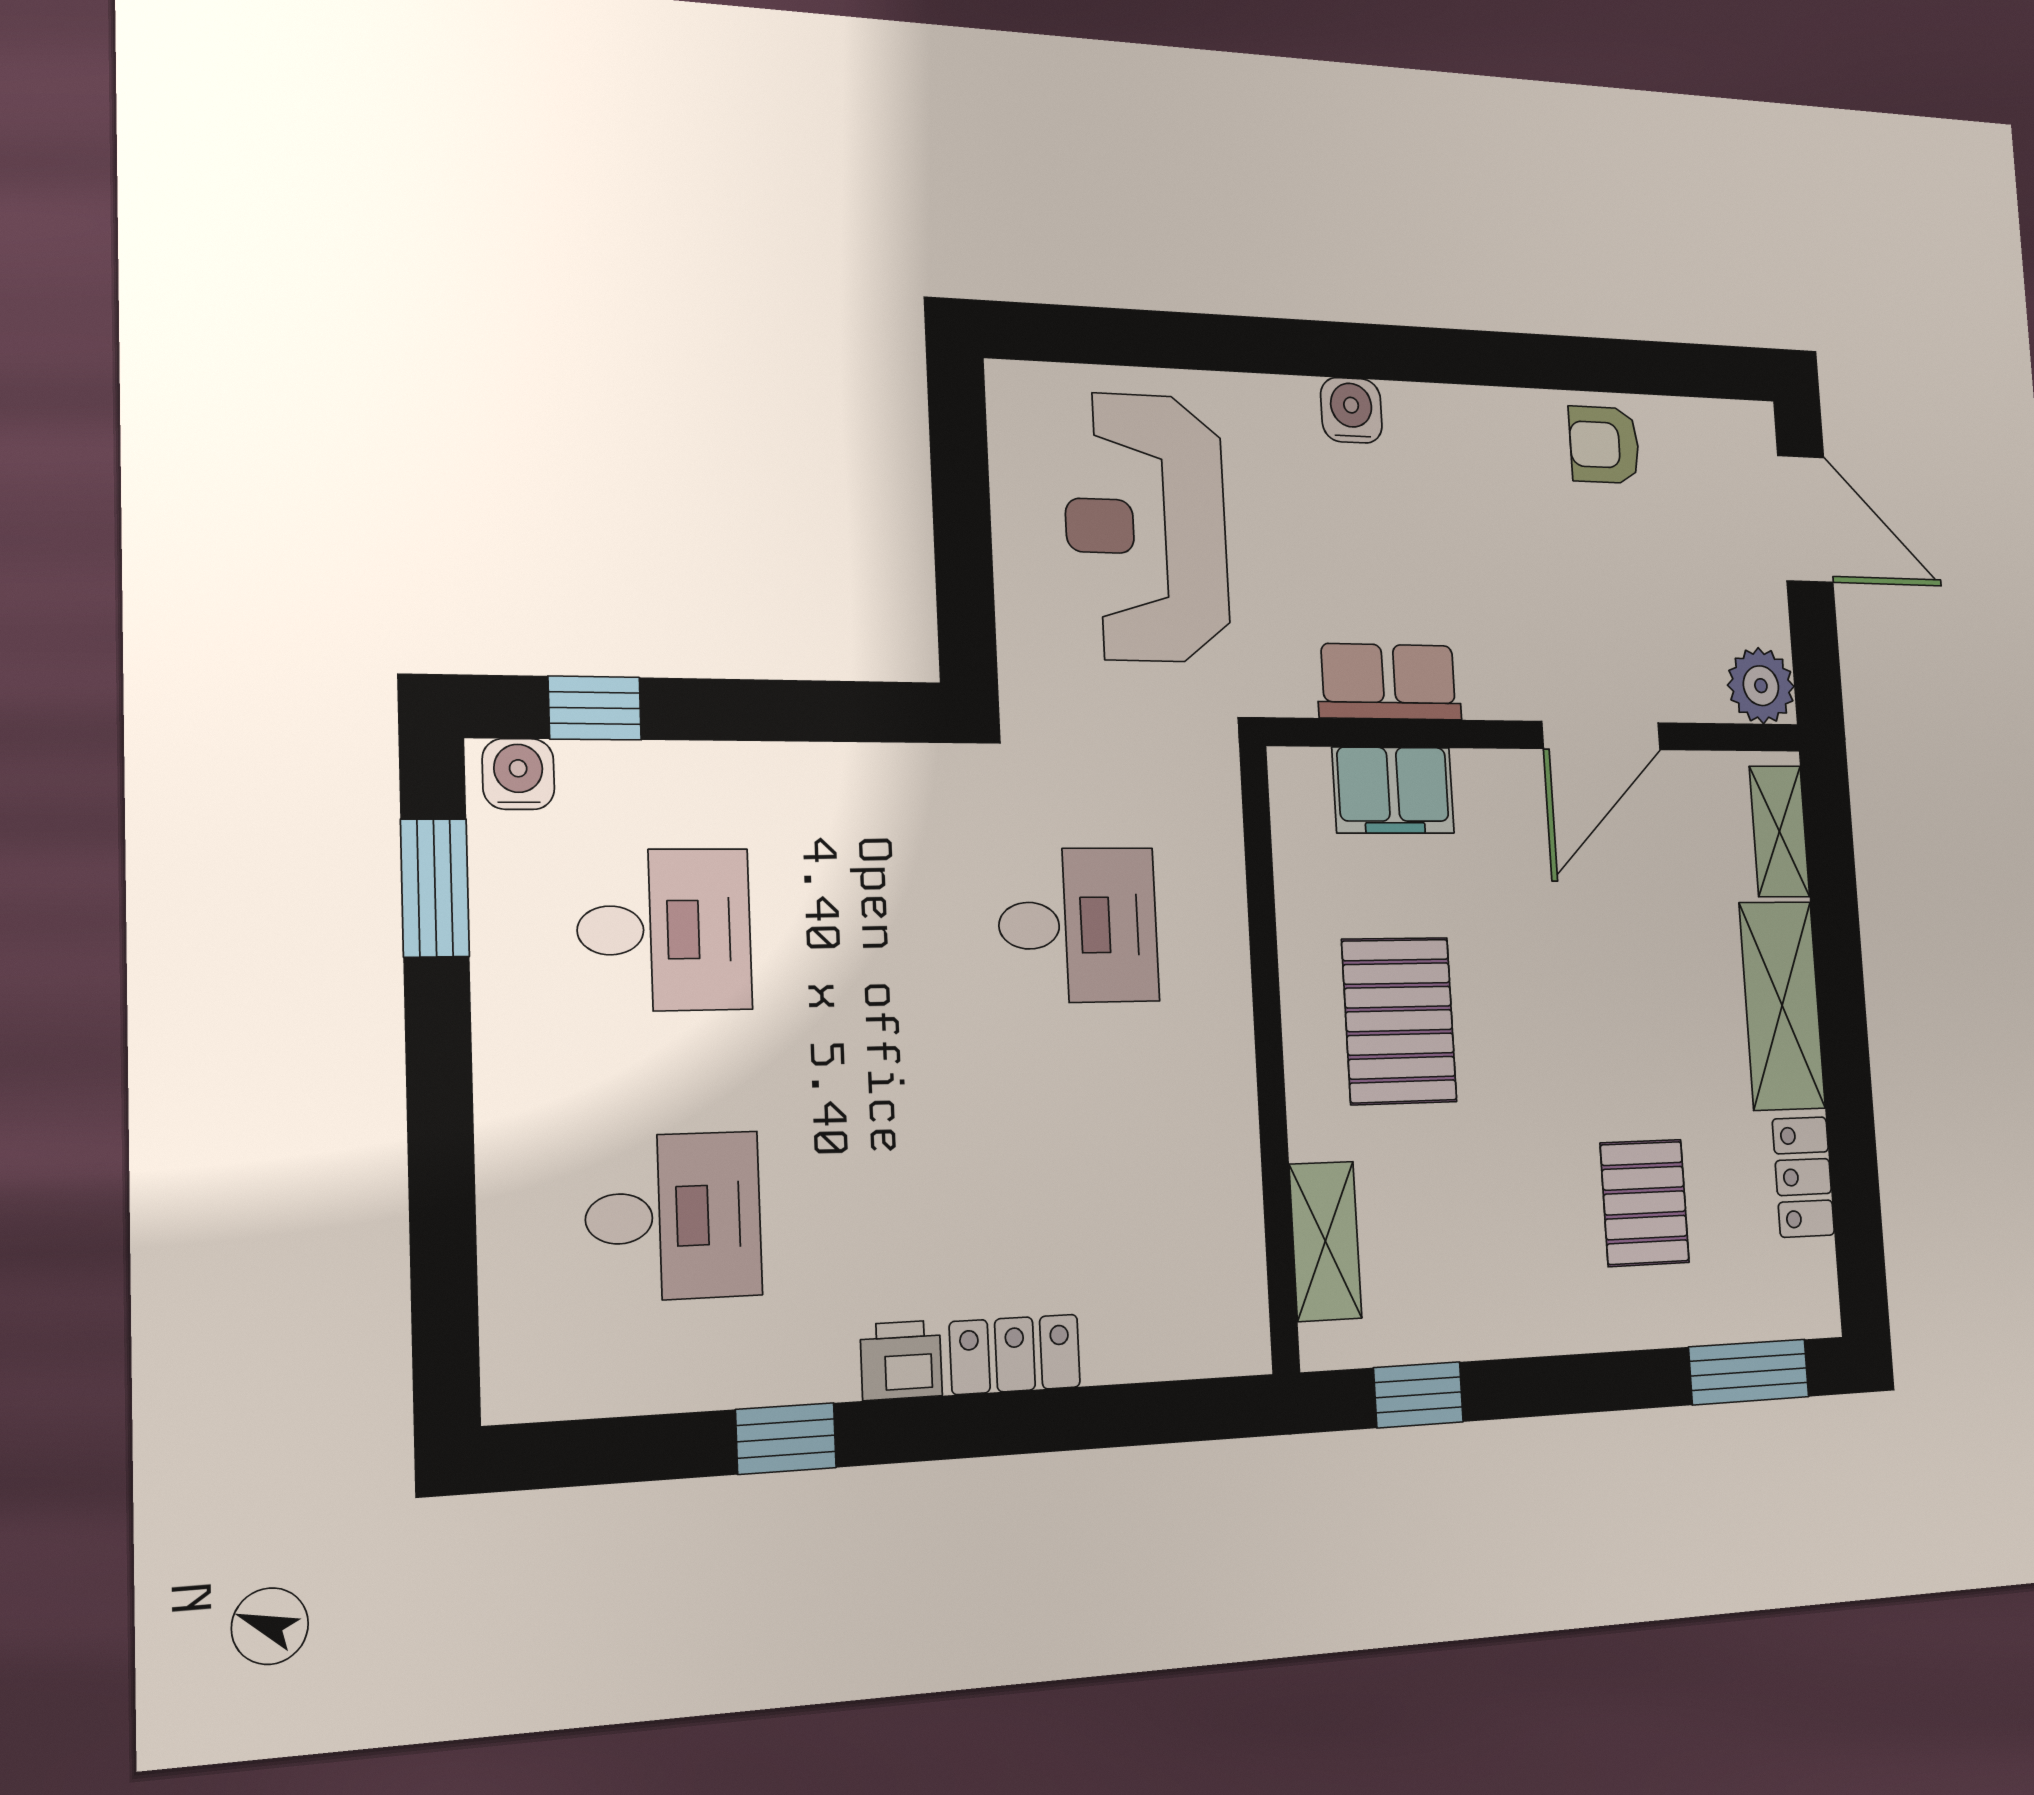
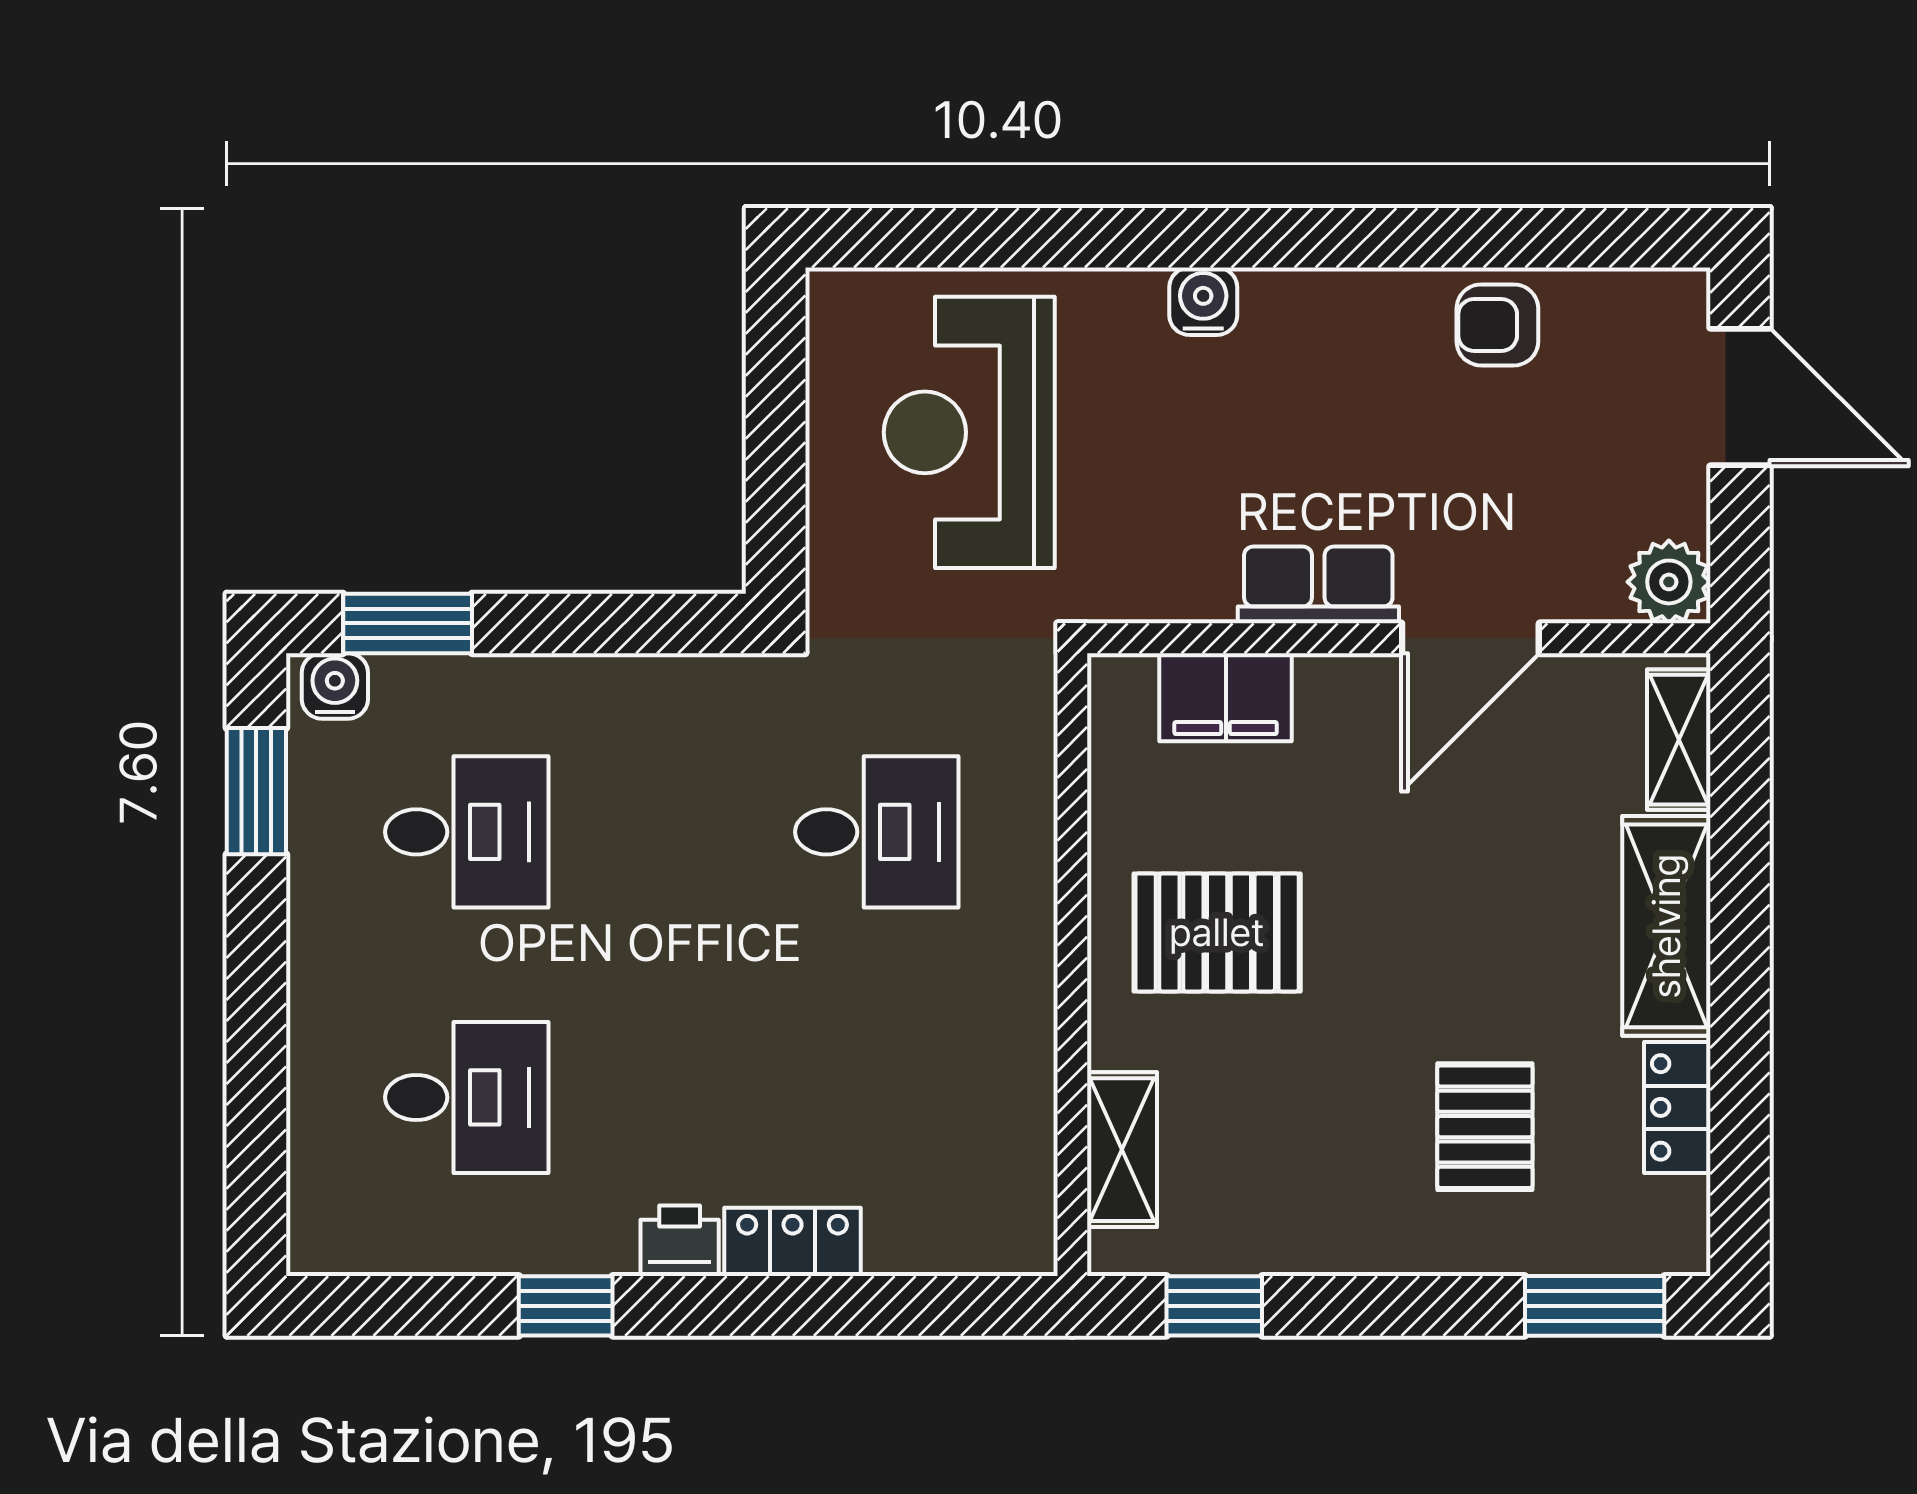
row of seats: (1389, 682) -> (1318, 585), moved
window: (595, 708) -> (408, 623), width x1.50
pallet: (1399, 1021) -> (1217, 932), turned 90

